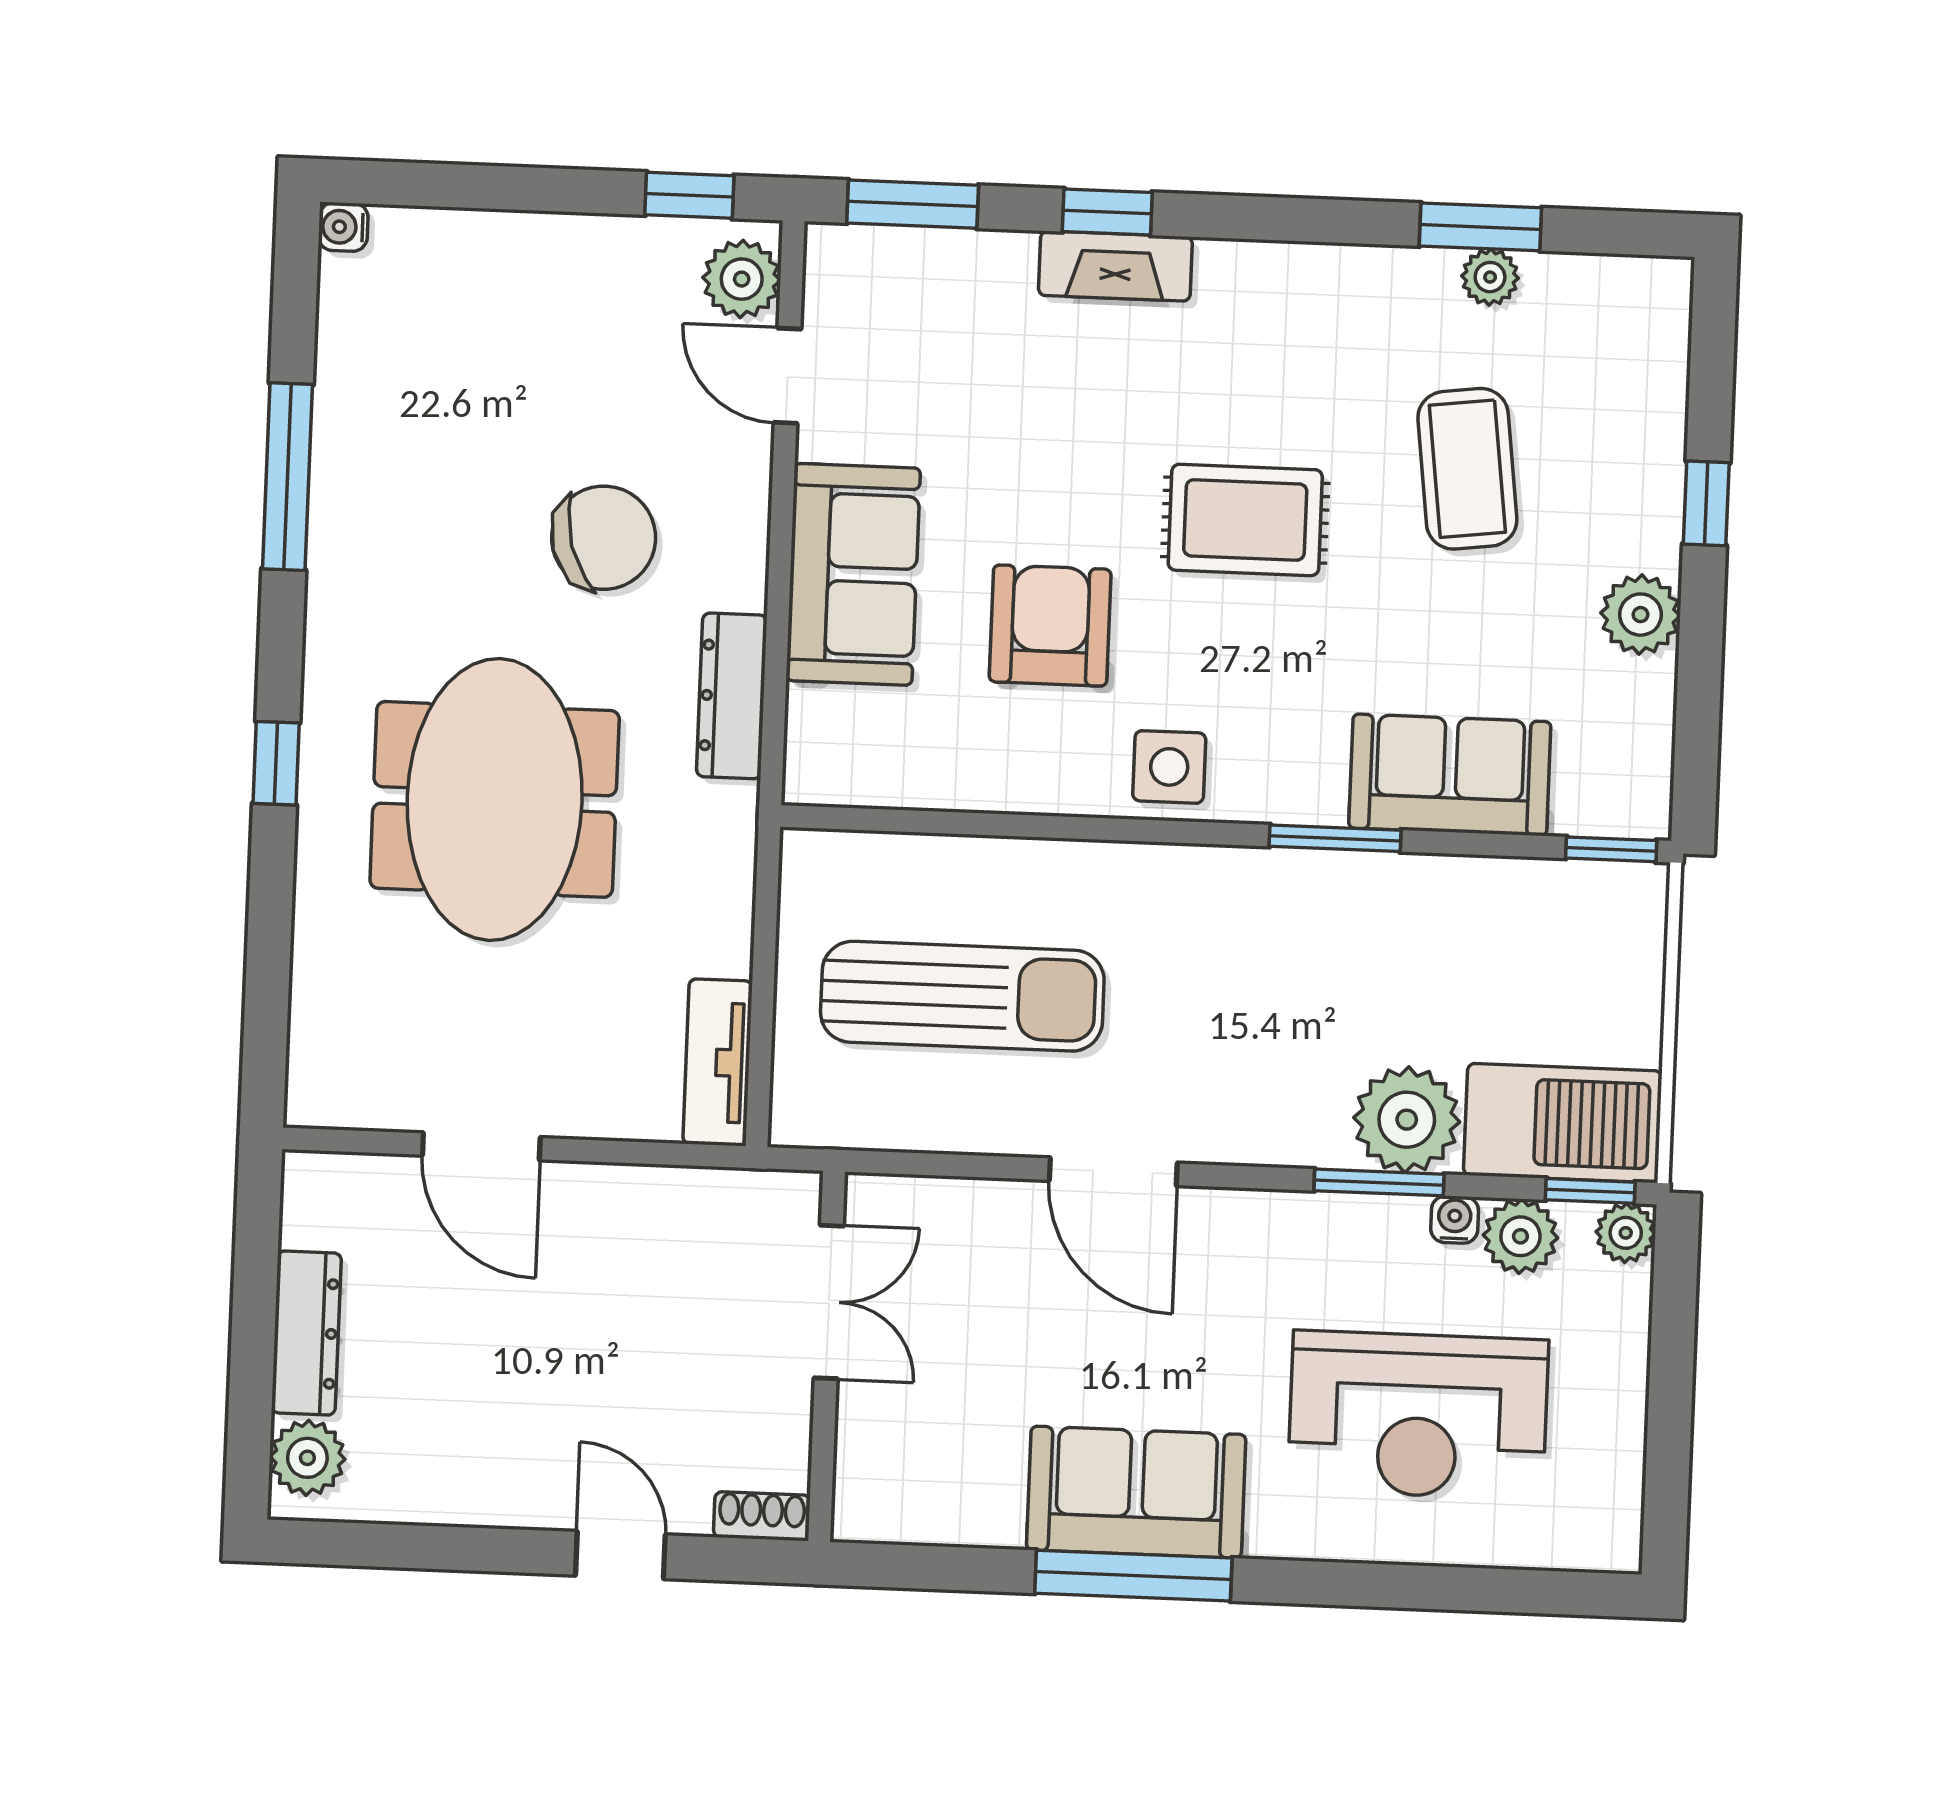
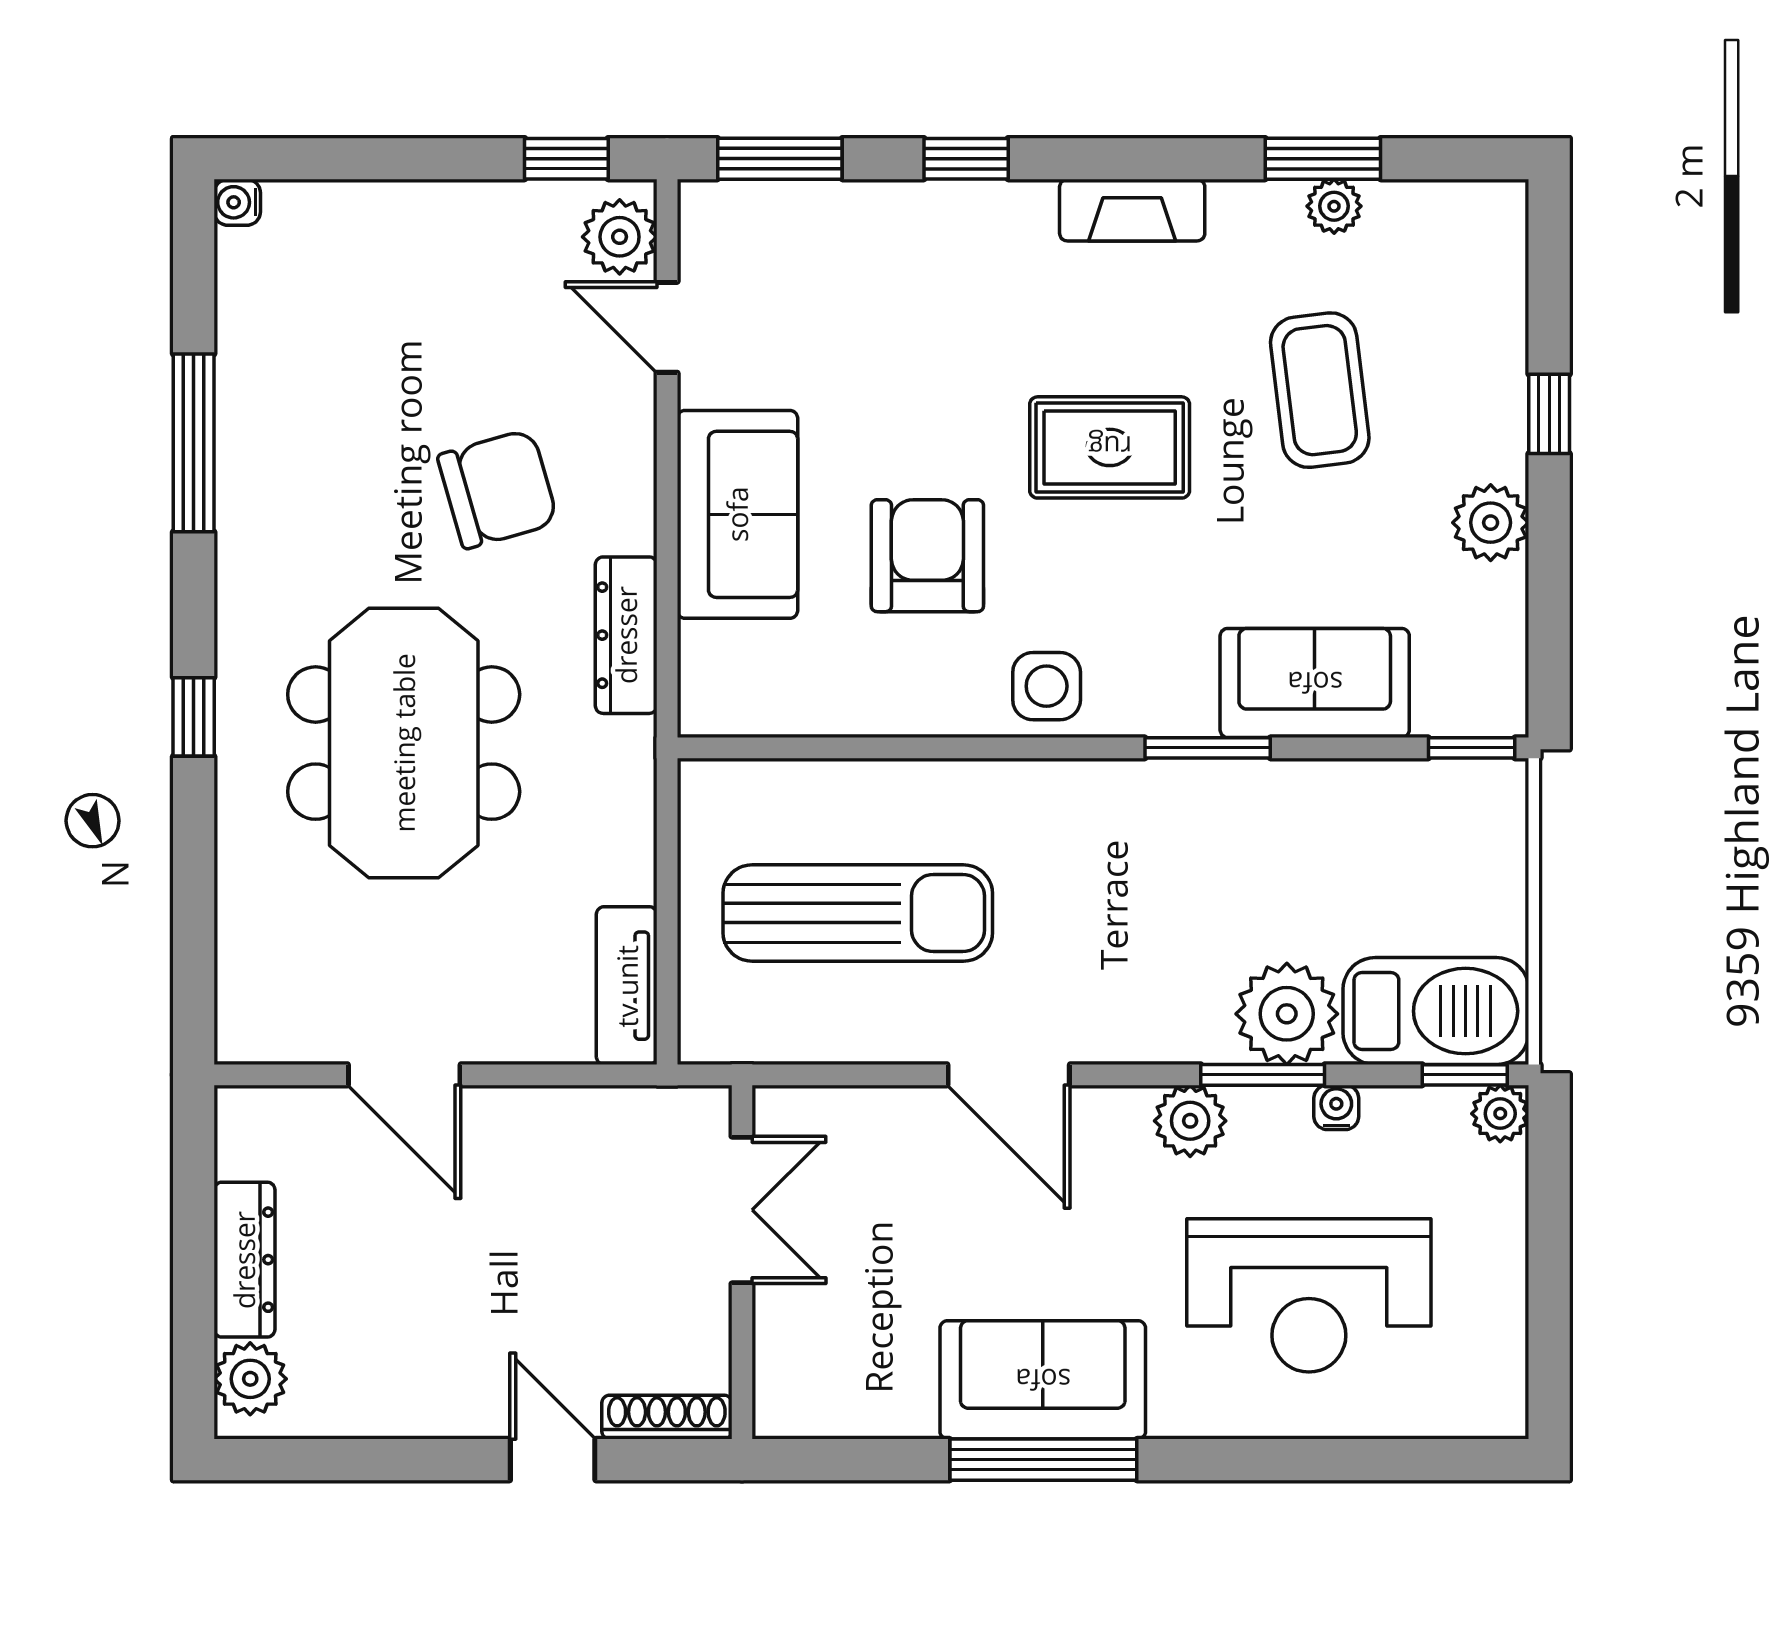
fireplace: (1115, 266) -> (1132, 210), moved
plant: (1520, 1236) -> (1190, 1121), moved
shoe rack: (762, 1516) -> (667, 1417), width x1.43

